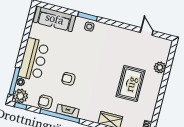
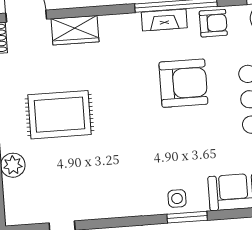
armchair: (68, 79) -> (183, 83), width x1.88, depth x1.88
rug: (131, 84) -> (59, 115), turned 90

